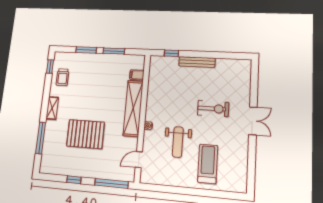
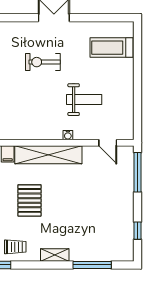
exercise bike: (213, 109) -> (43, 62), turned -90
pallet: (85, 134) -> (29, 200), moved, width x0.73, depth x0.71
treadmill: (208, 164) -> (112, 48), moved
window: (74, 180) -> (138, 231), moved

